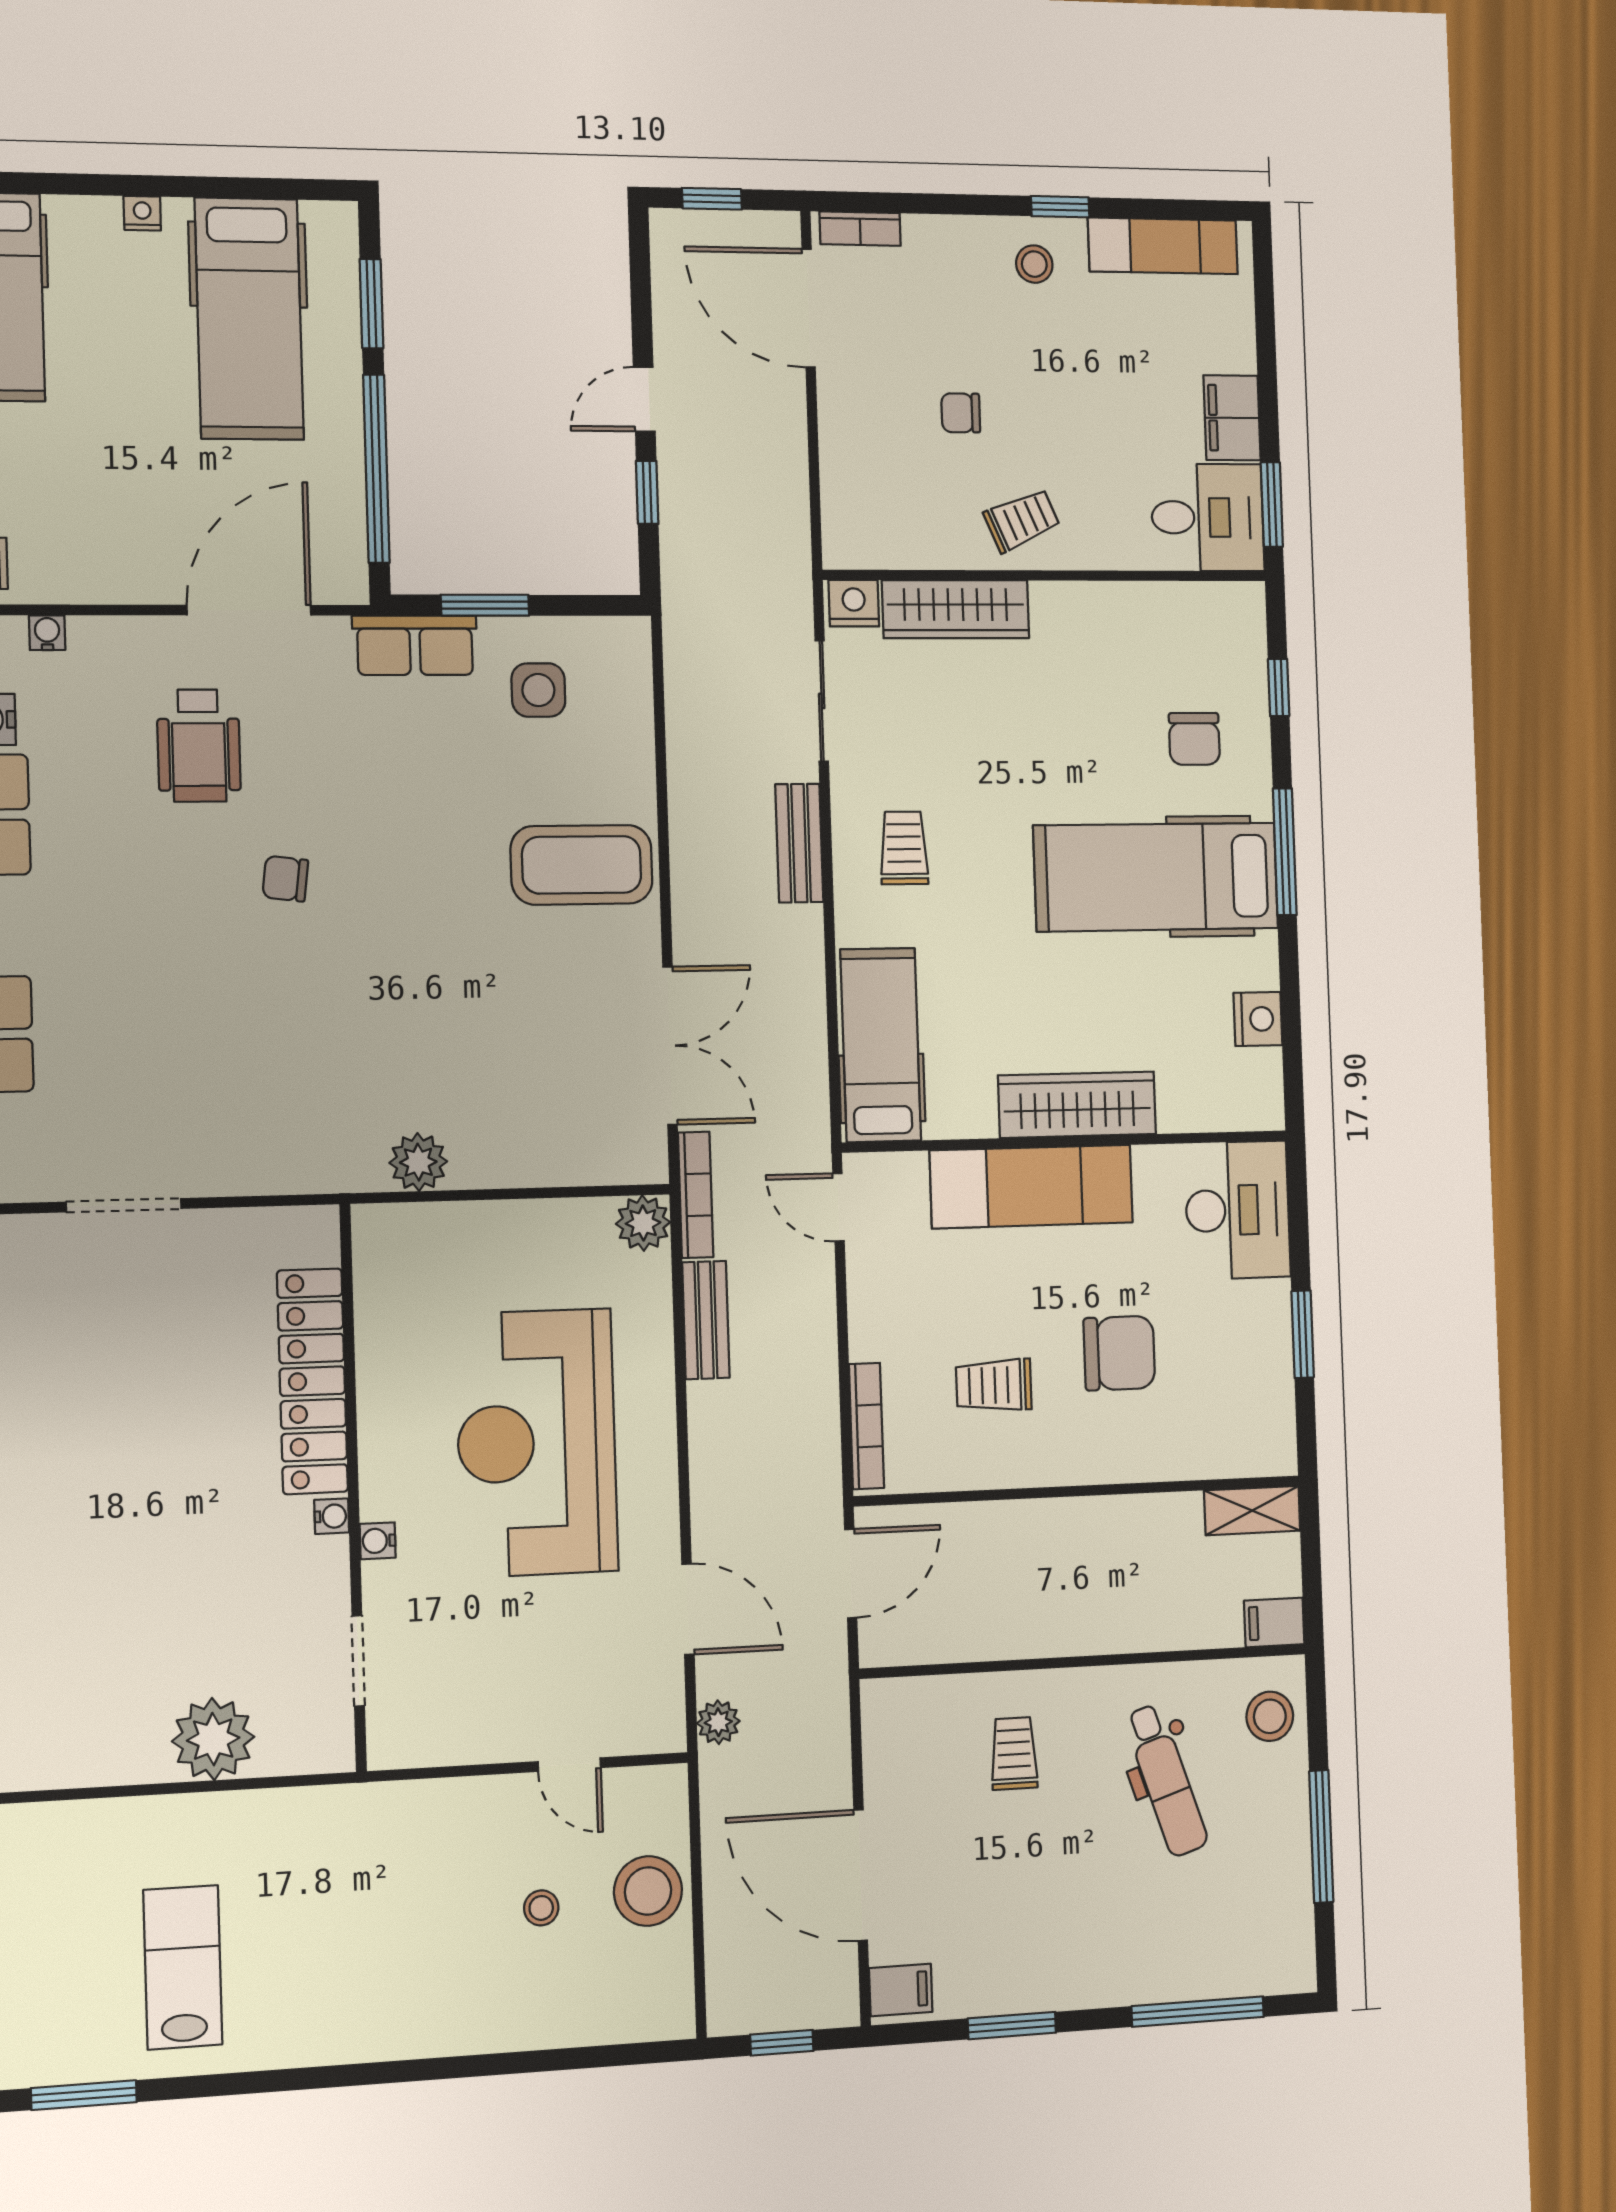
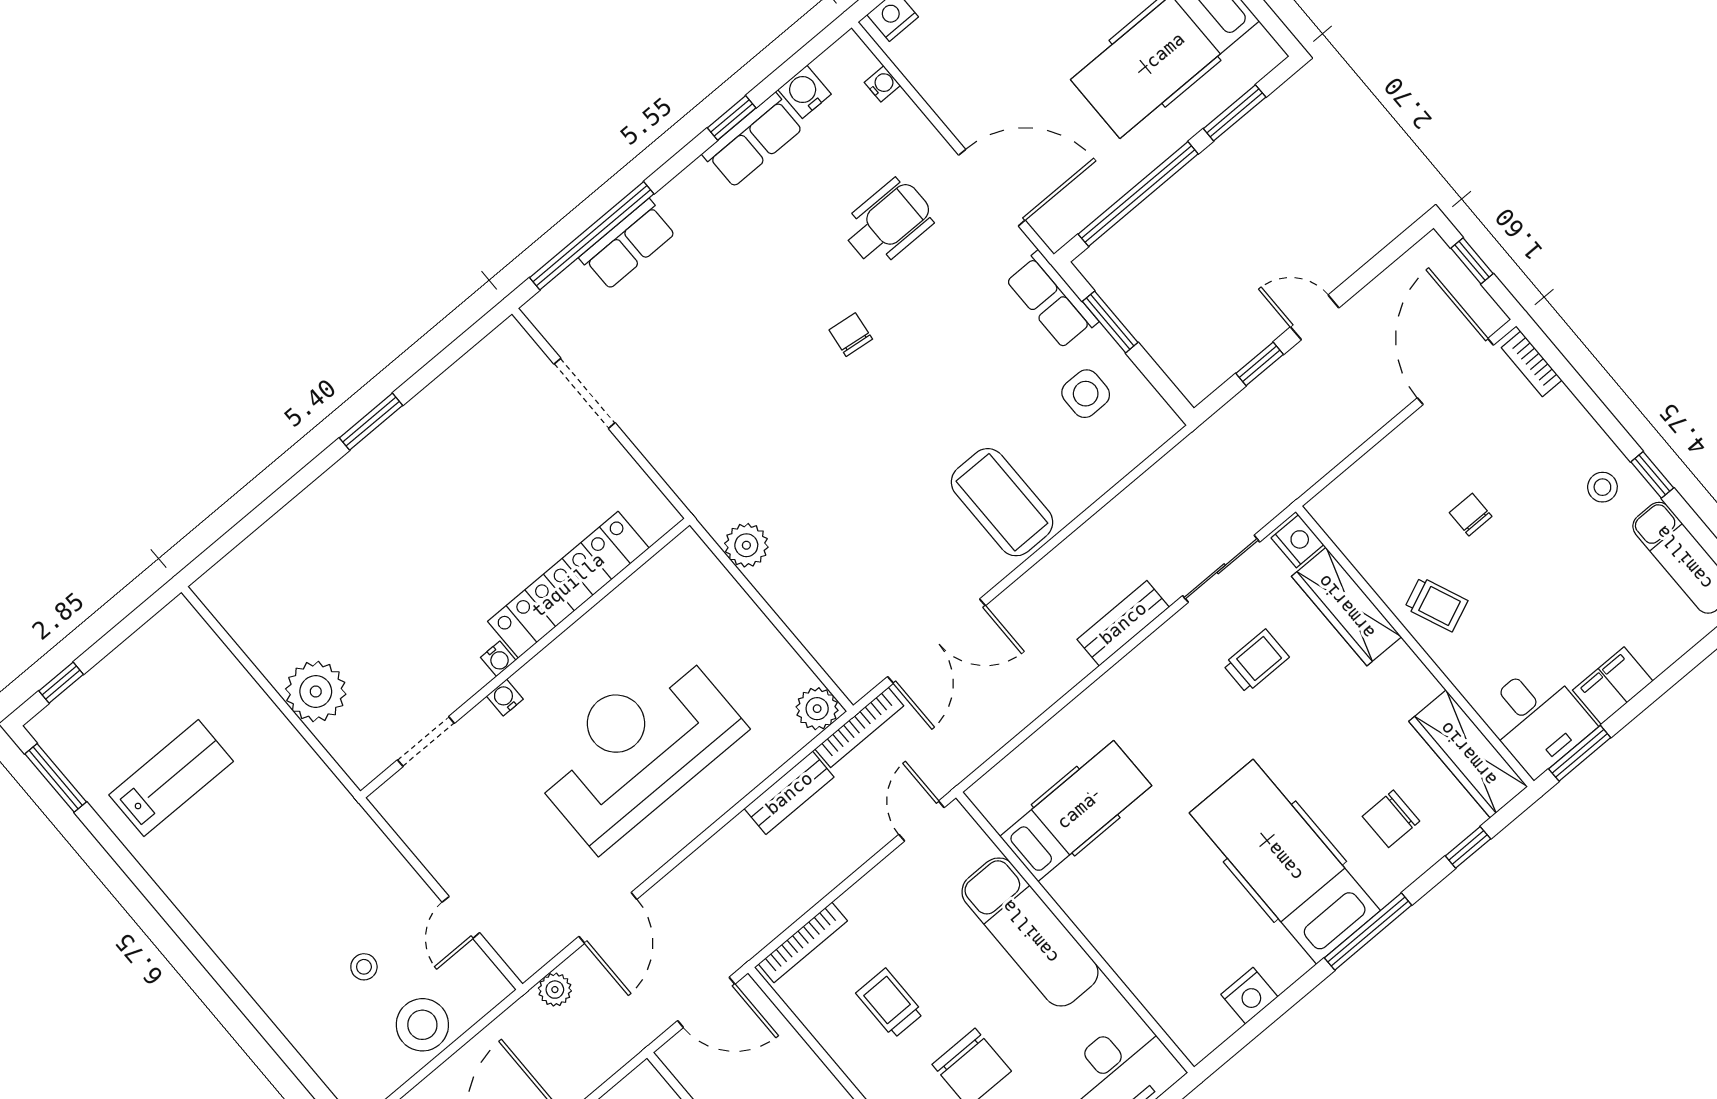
wheelchair: (199, 746) -> (888, 223), turned 180
trolley: (904, 848) -> (1256, 661), moved
hospital bed: (881, 1045) -> (1076, 811), moved
wardrobe: (1077, 1105) -> (1468, 754), moved, turned 180

